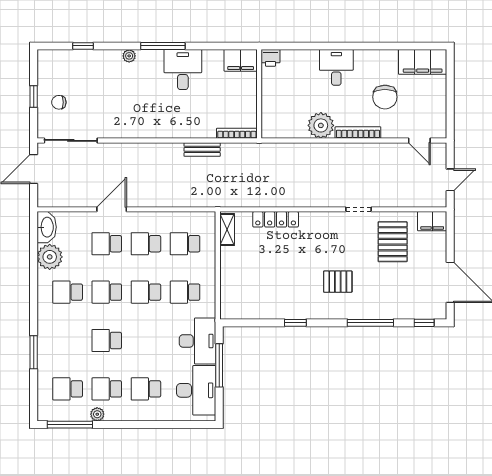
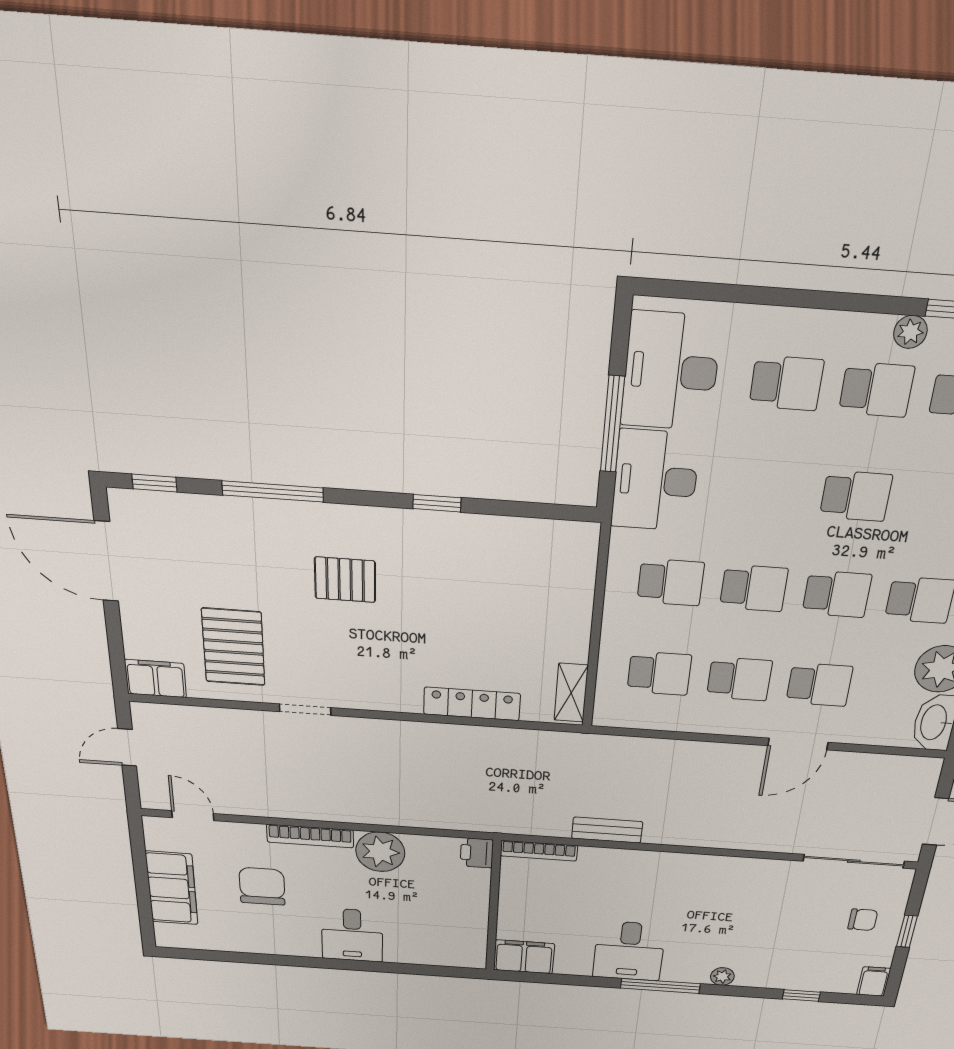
printer: (270, 58) -> (477, 853), moved, turned -90
filing cabinet: (45, 60) -> (874, 981), added
filing cabinet: (423, 62) -> (172, 888), moved, turned 90

